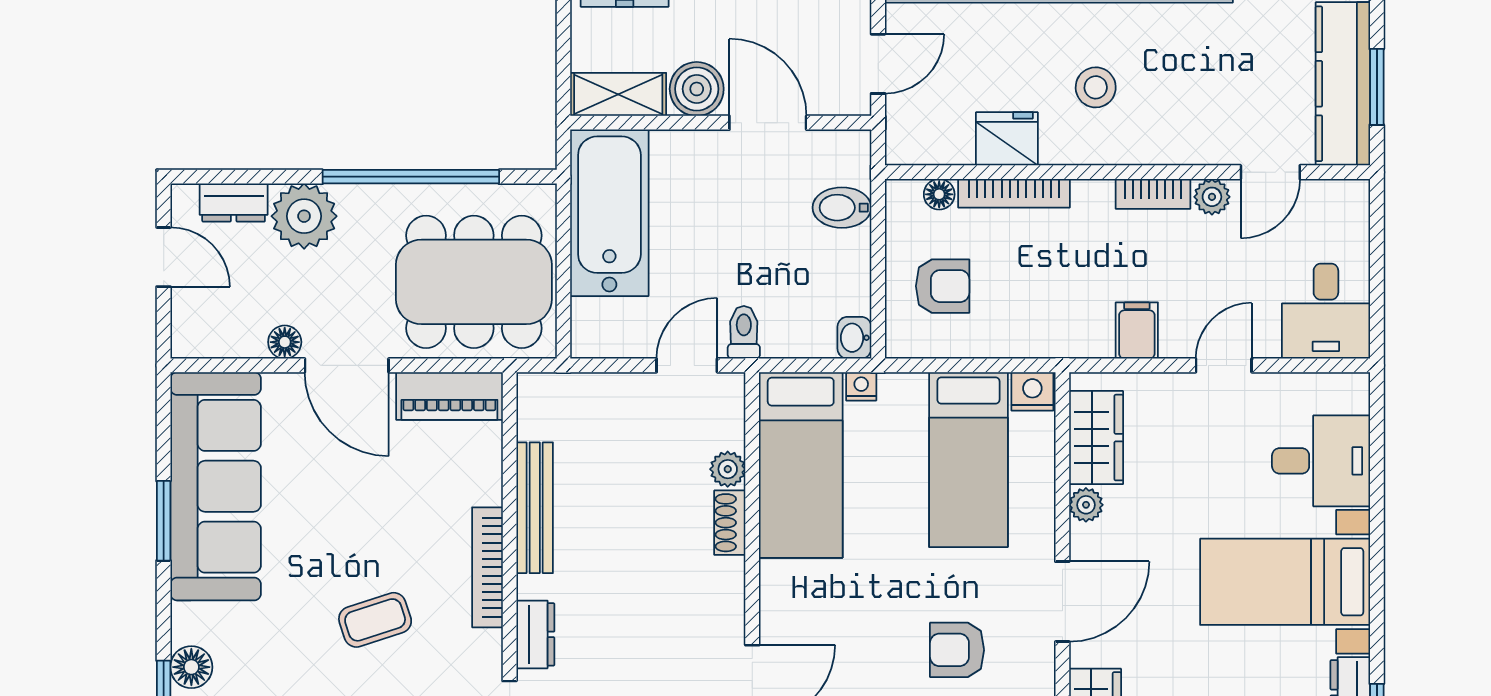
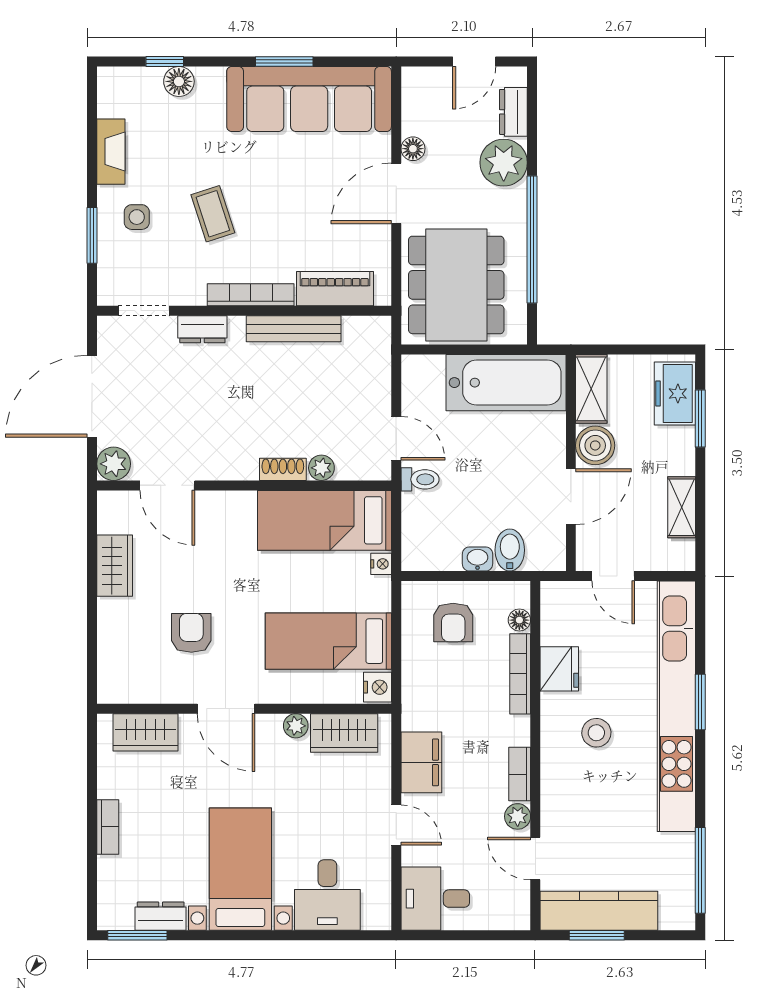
filing cabinet: (1137, 330) -> (421, 762), width x2.00
washbasin: (854, 338) -> (477, 559), moved
piano: (449, 396) -> (335, 289), moved, turned 90

